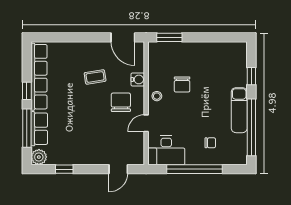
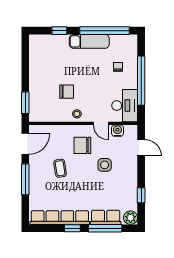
window: (82, 37) -> (25, 179), added
water cooler: (138, 79) -> (117, 131), moved
side table: (99, 128) -> (105, 165), added

